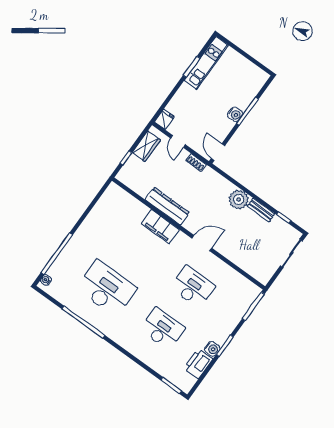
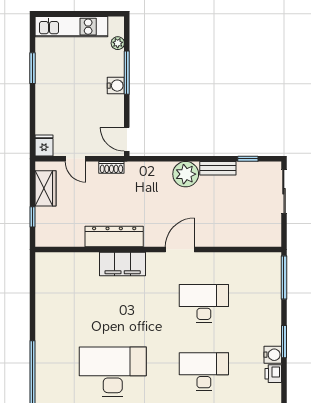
kitchen unit: (206, 63) -> (71, 27), moved, turned 90
plant: (255, 89) -> (118, 43), added
printer: (198, 364) -> (273, 374), width x0.53, depth x0.68

